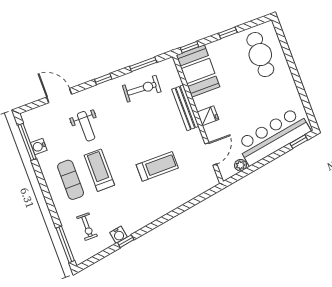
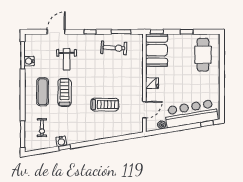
door: (59, 96) -> (56, 32), hinge flipped
bench: (185, 108) -> (139, 72), removed

